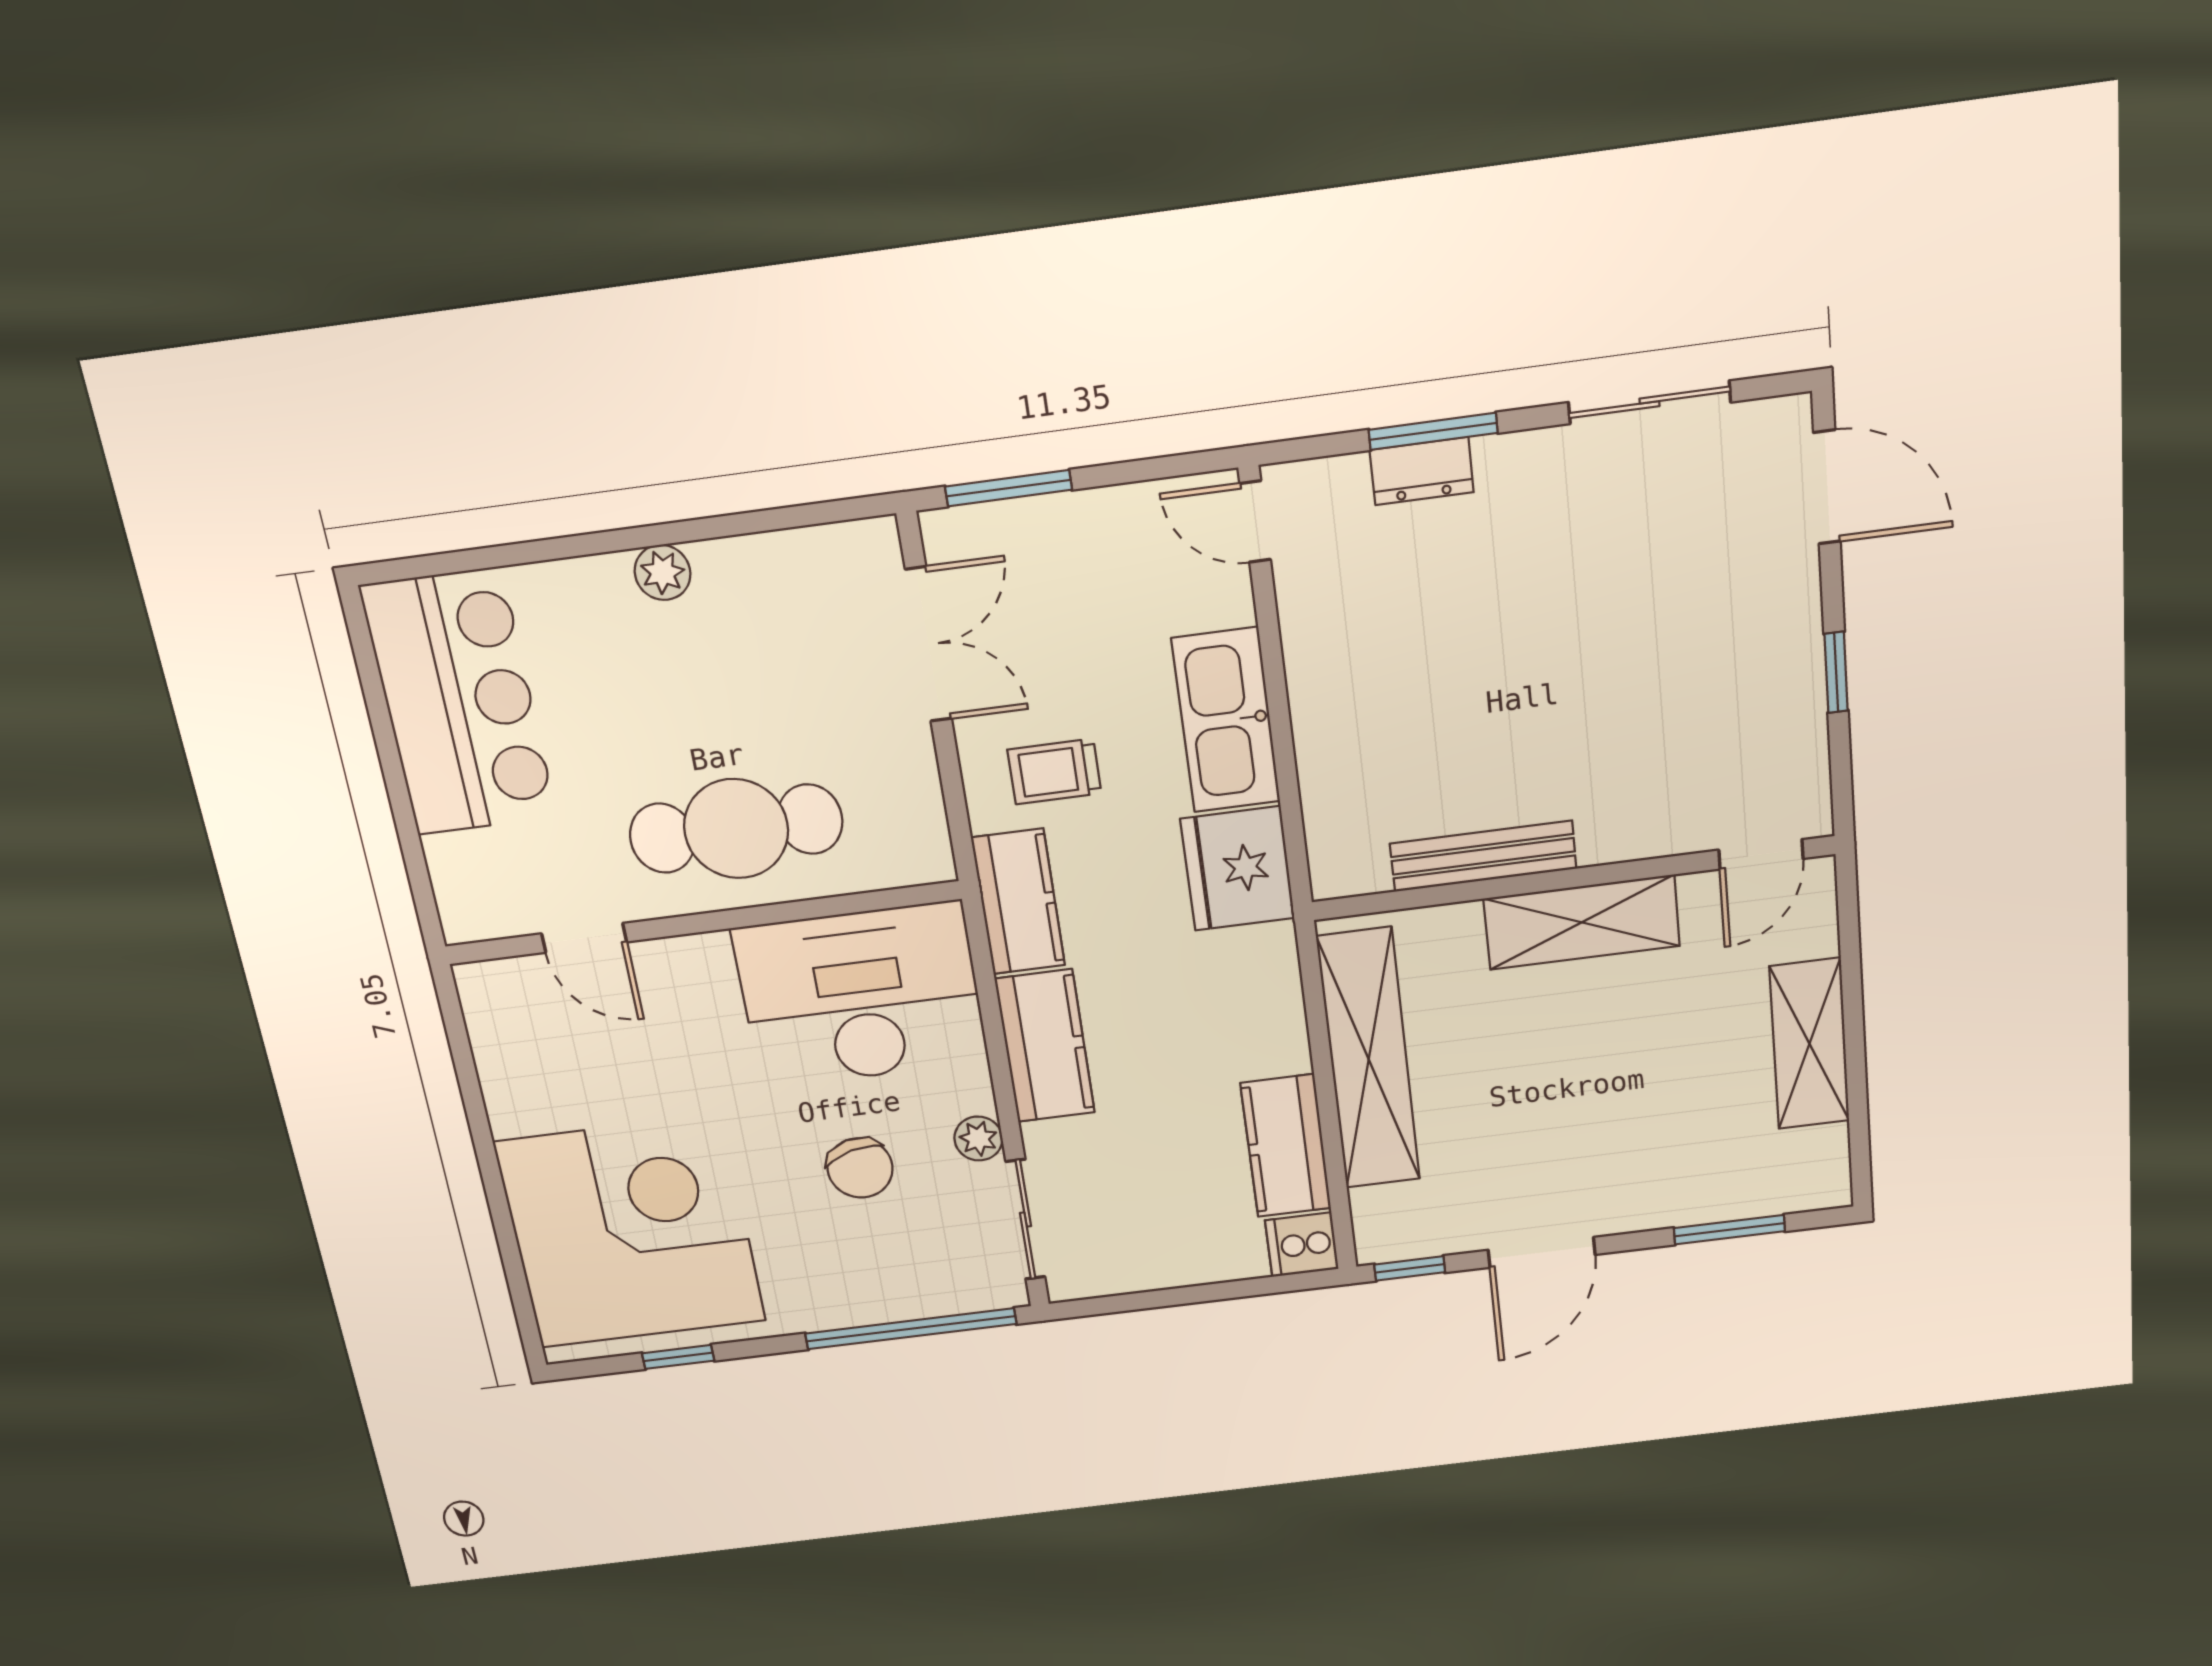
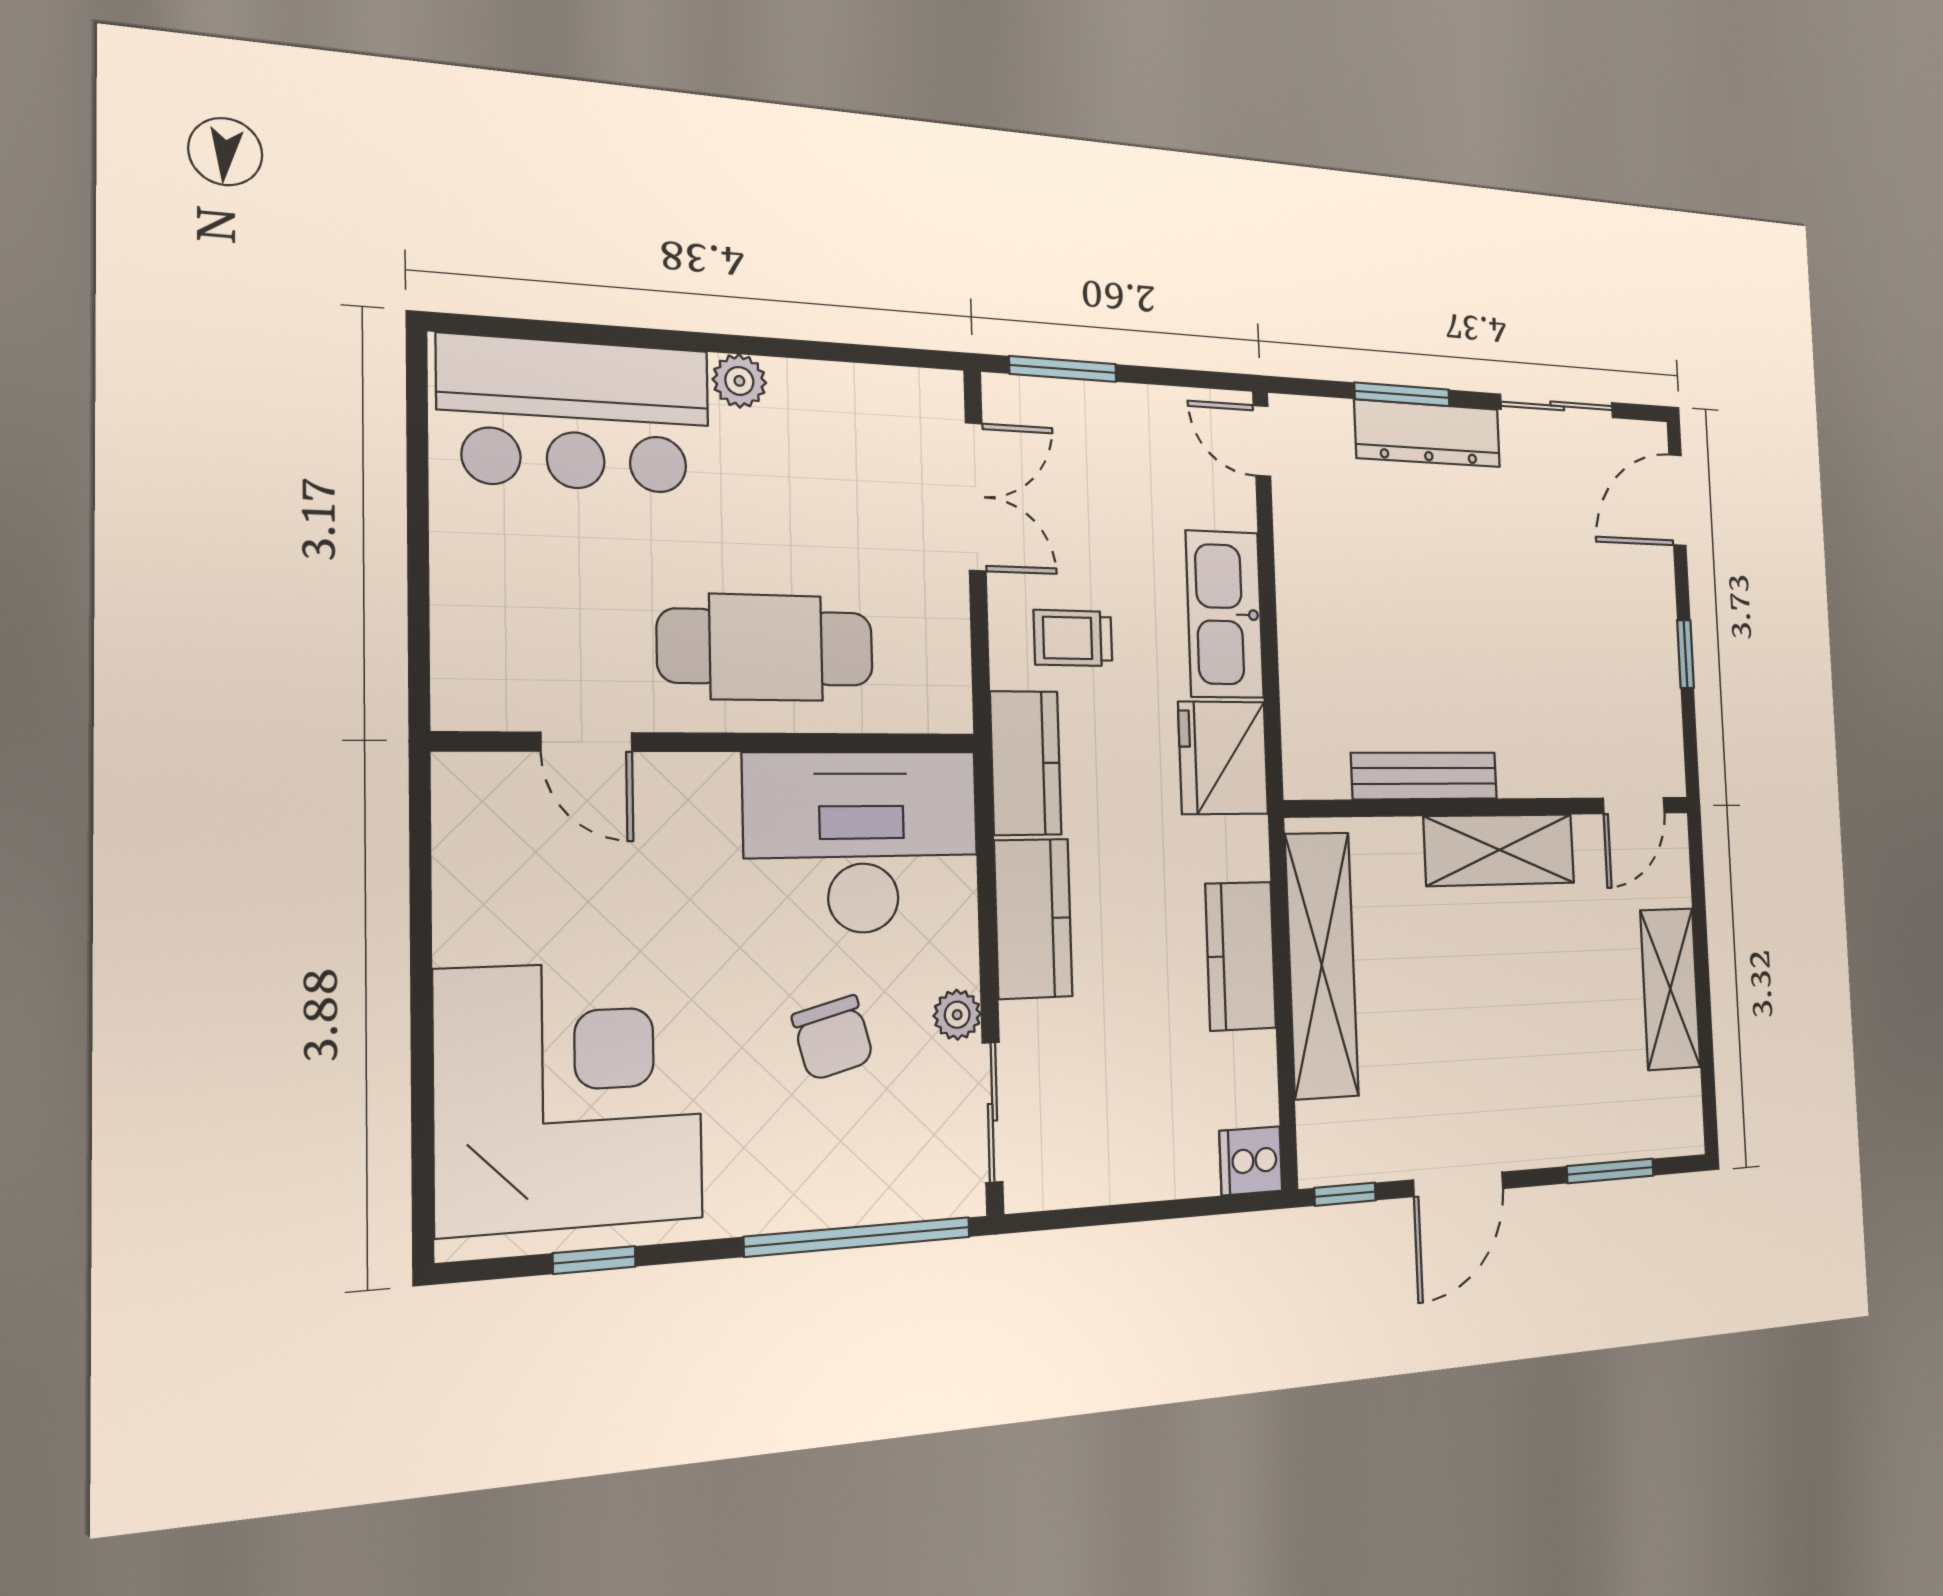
dresser: (1422, 471) -> (1428, 433), width x1.96, depth x1.24
door: (1827, 487) -> (1677, 500), swing flipped
bar counter: (459, 703) -> (575, 415), moved, turned 90
kitchen counter: (1286, 1146) -> (1241, 956), moved

